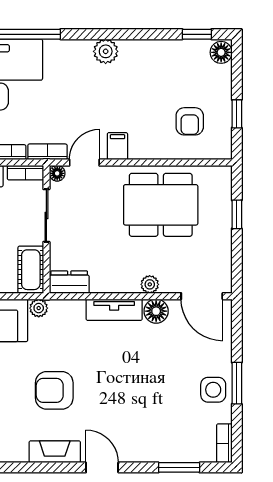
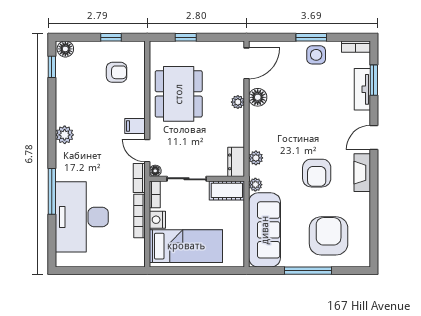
plant: (75, 309) -> (256, 158), added
tv unit: (114, 310) -> (362, 89), moved, turned 180

